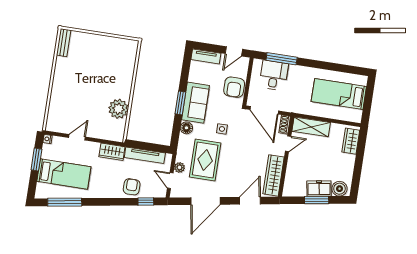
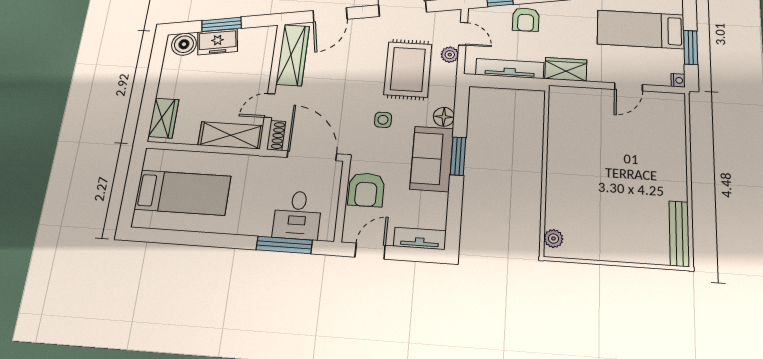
bench: (64, 43) -> (679, 234), width x1.36
armchair: (234, 87) -> (366, 190), turned 180
plant: (118, 109) -> (553, 239), moved, width x0.53, depth x0.53

